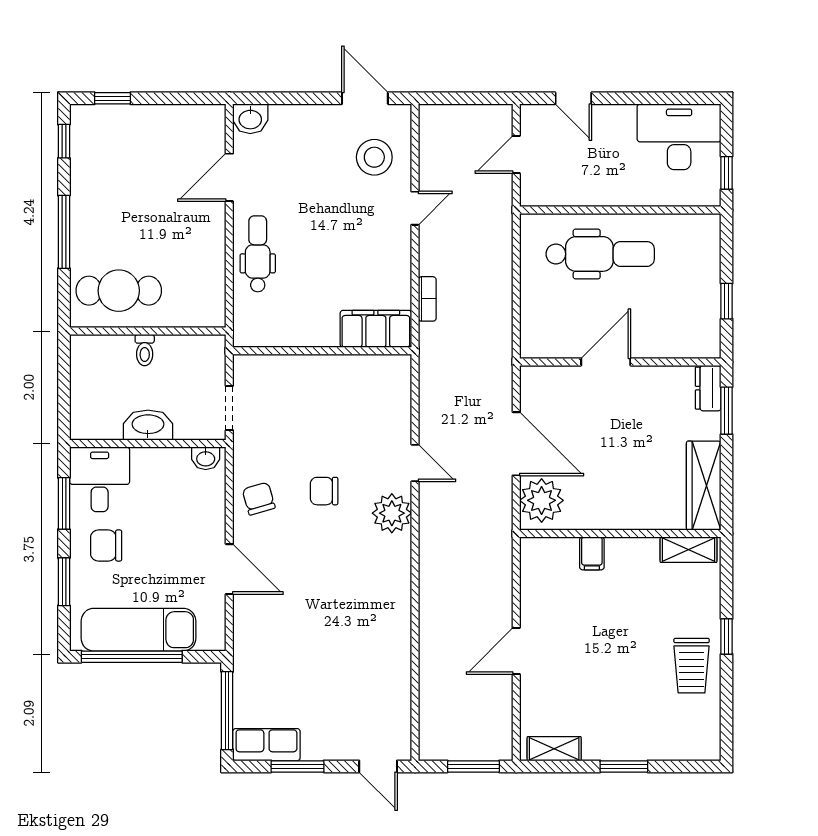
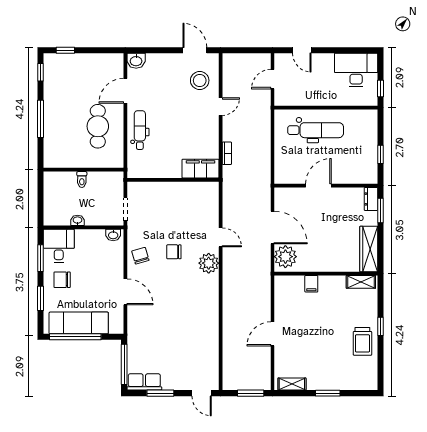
cafe table: (119, 291) -> (98, 126), moved, turned 90
washbasin: (148, 425) -> (77, 220), width x0.52, depth x0.69

